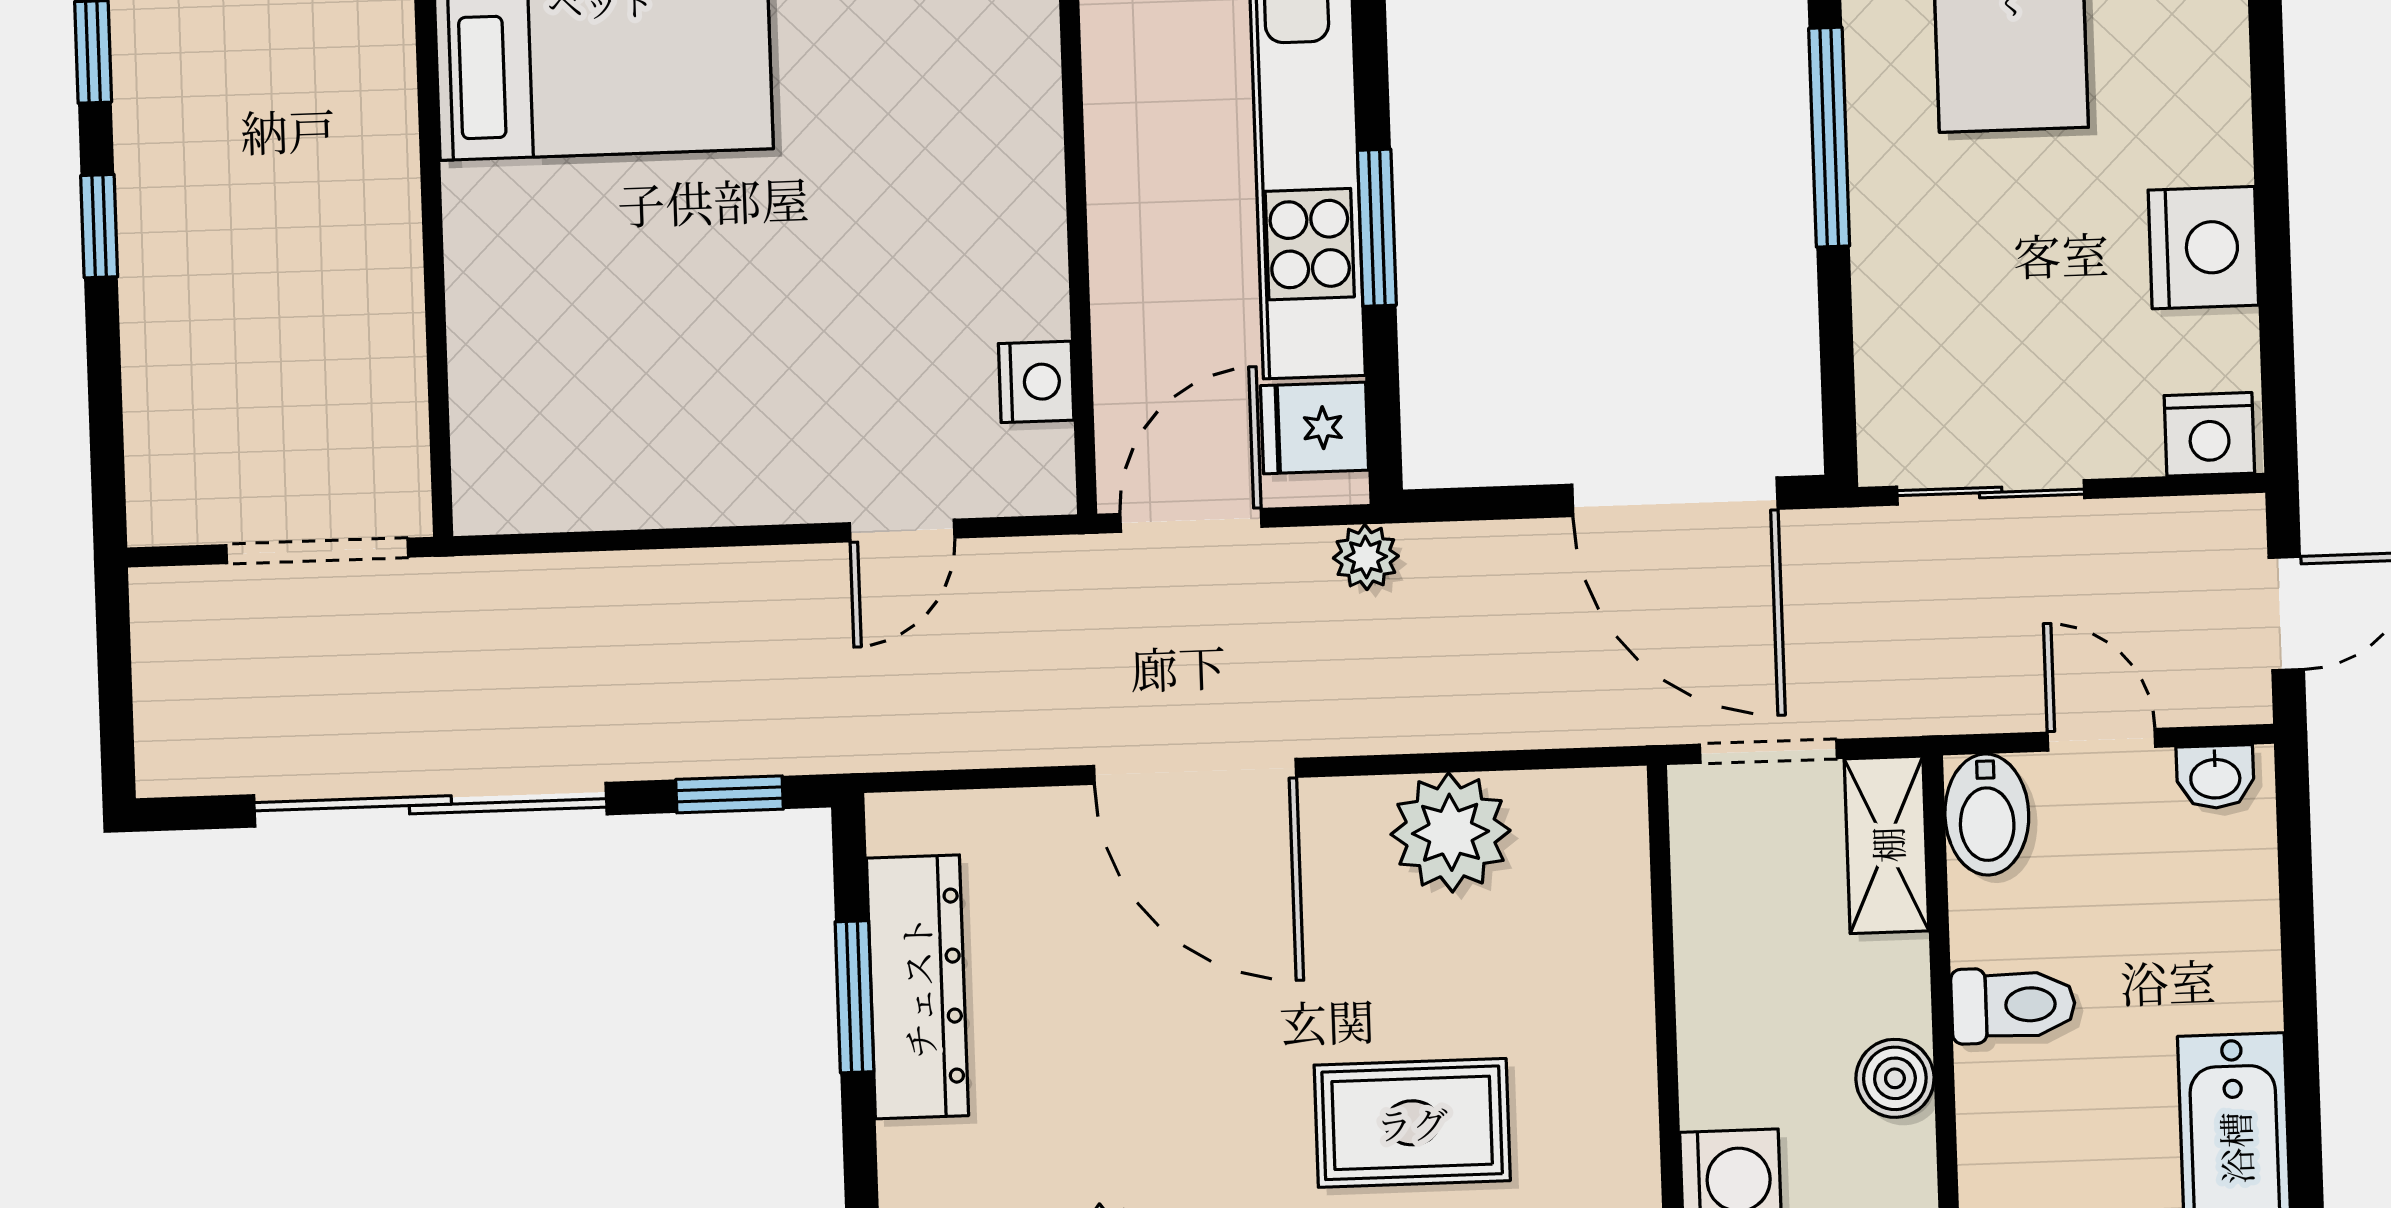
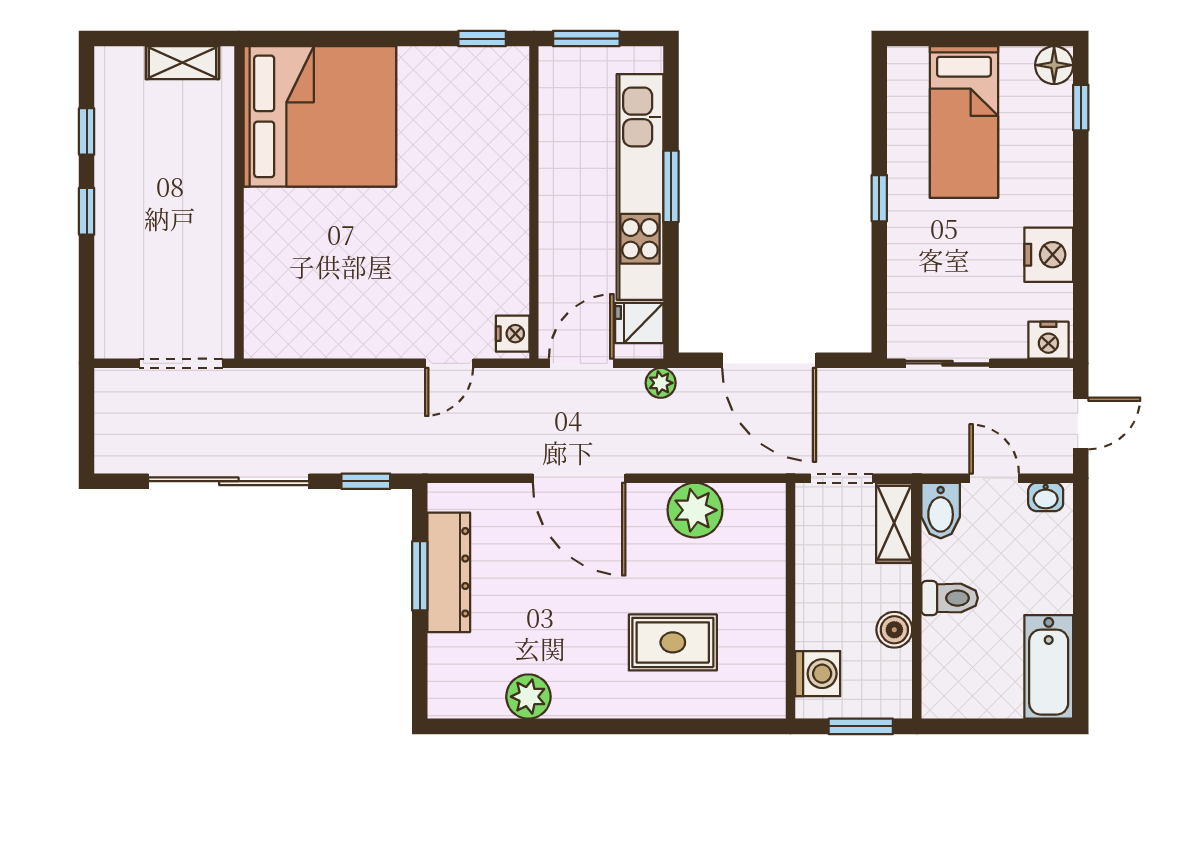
window: (1829, 137) -> (879, 198), width x0.46
window: (1377, 228) -> (671, 186), moved
nightstand: (1036, 382) -> (513, 334), moved
door: (1675, 497) -> (769, 360), moved

